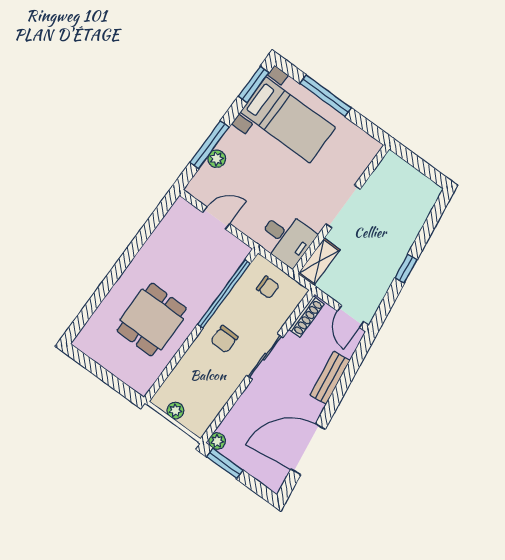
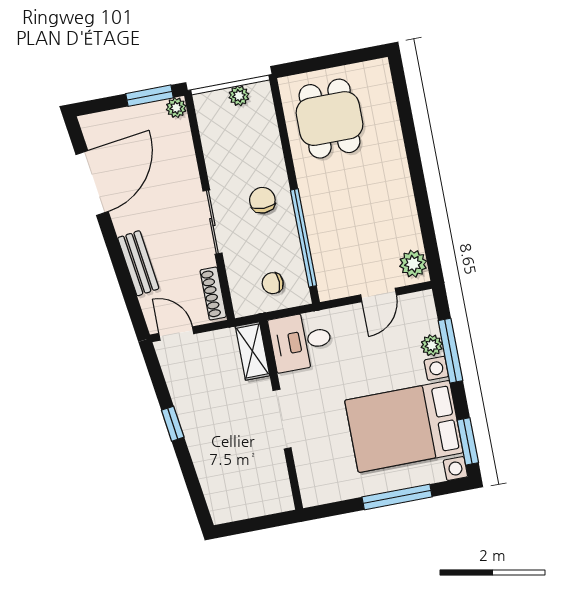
bed with nightstands: (288, 120) -> (404, 426), width x1.36
plant: (179, 215) -> (413, 264), added
dining table: (152, 320) -> (329, 119), moved

